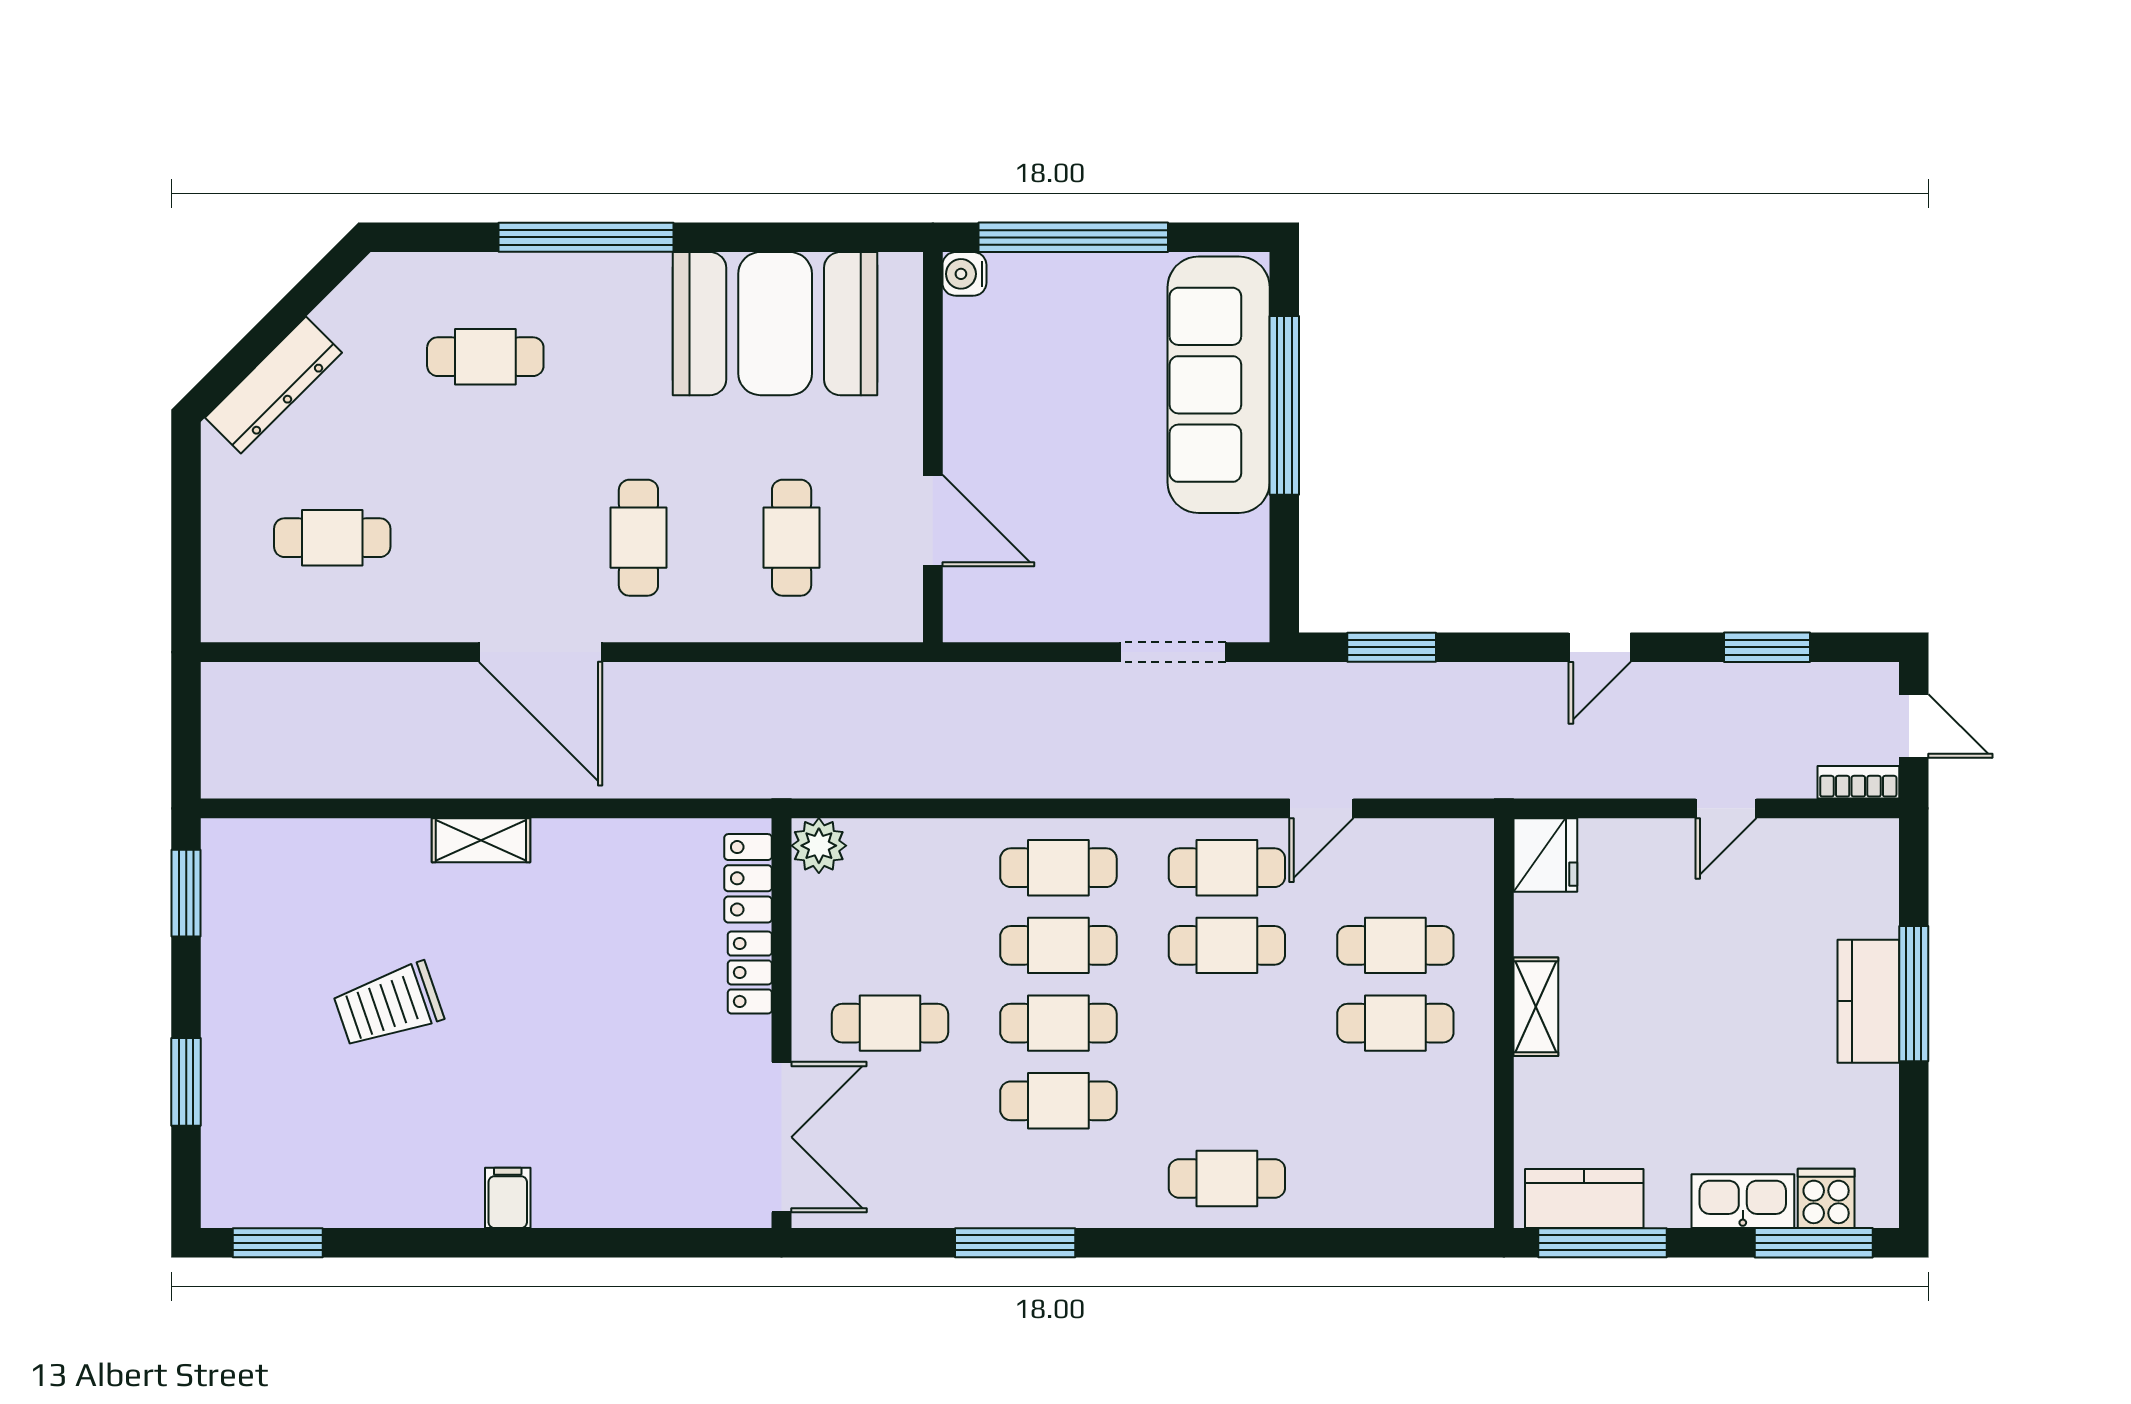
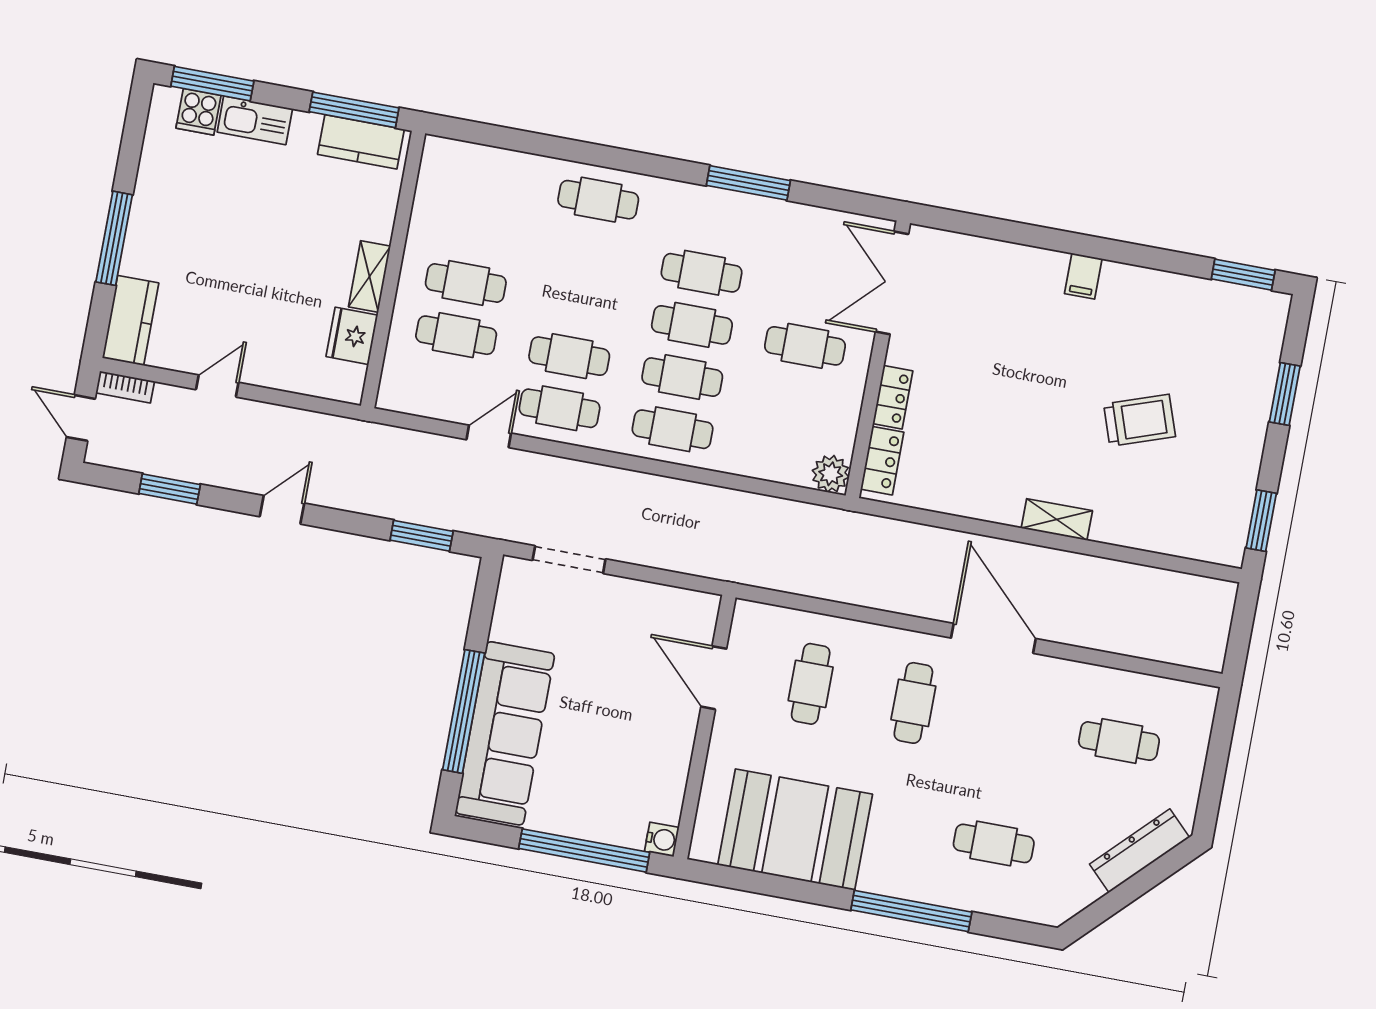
fridge: (1545, 855) -> (352, 336), moved
kitchen counter: (1868, 1001) -> (131, 320), moved

